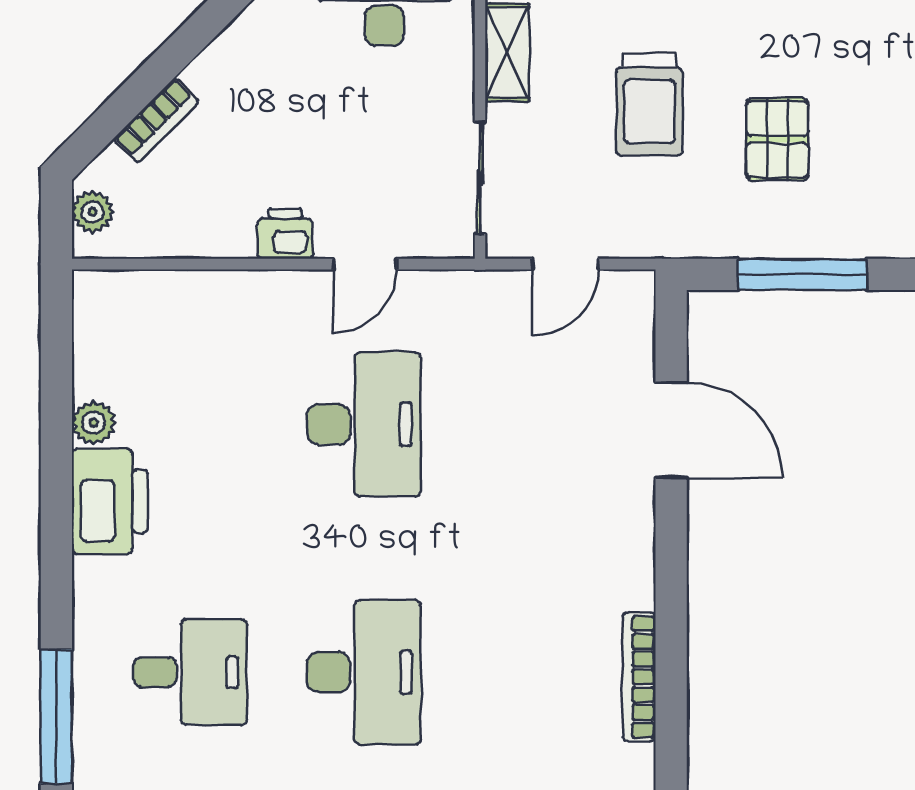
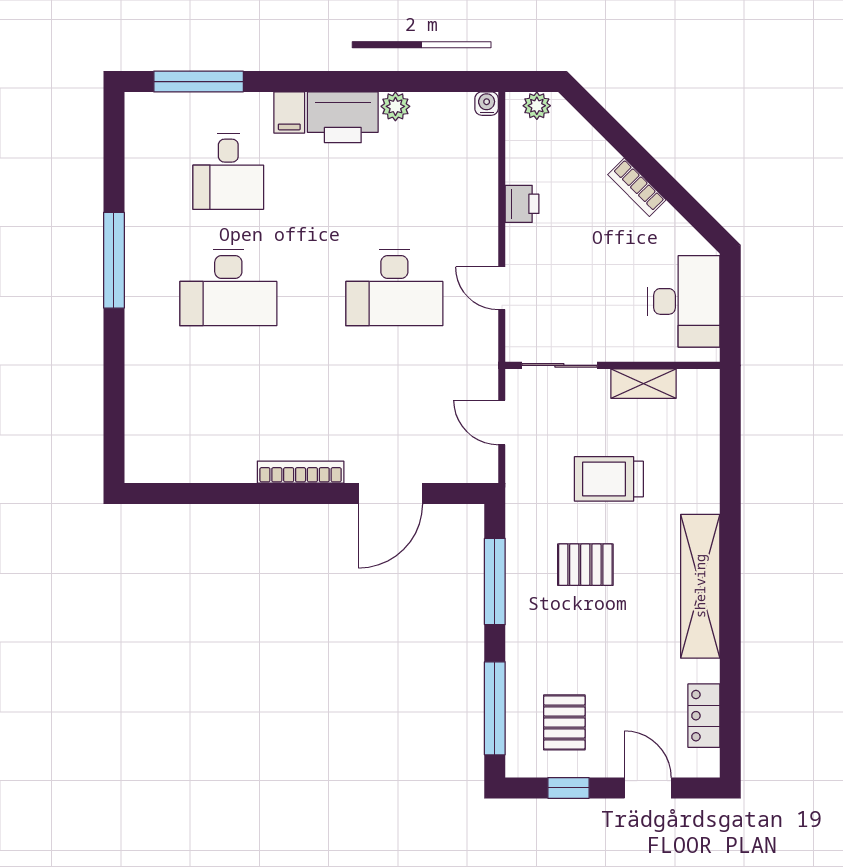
bookcase: (156, 120) -> (637, 187), moved
printer: (285, 234) -> (522, 204), moved
water cooler: (89, 287) -> (487, 104), added
filing cabinet: (103, 581) -> (289, 112), added
bookcase: (639, 677) -> (301, 472), moved

